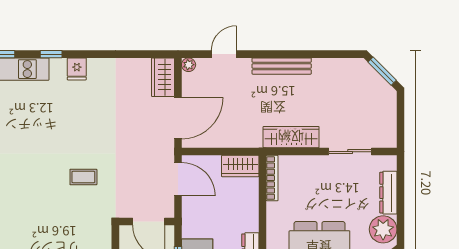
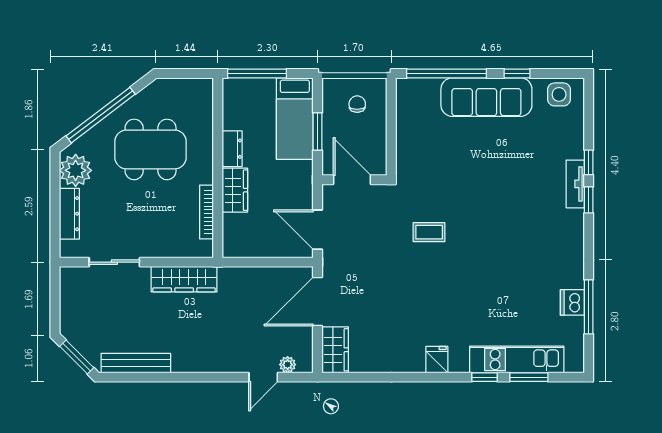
window: (51, 54) -> (484, 377), moved
plant: (189, 65) -> (288, 365), moved
bench: (282, 66) -> (136, 363), moved
wardrobe: (240, 166) -> (235, 190), moved, turned 90
bookcase: (272, 178) -> (206, 212), moved

